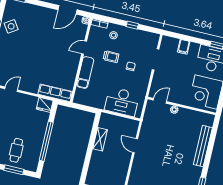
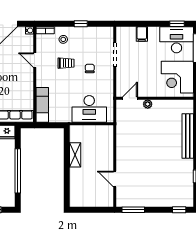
door: (84, 48) -> (35, 60), hinge flipped
exam couch: (85, 72) -> (42, 105), moved
door: (135, 146) -> (115, 179), moved

